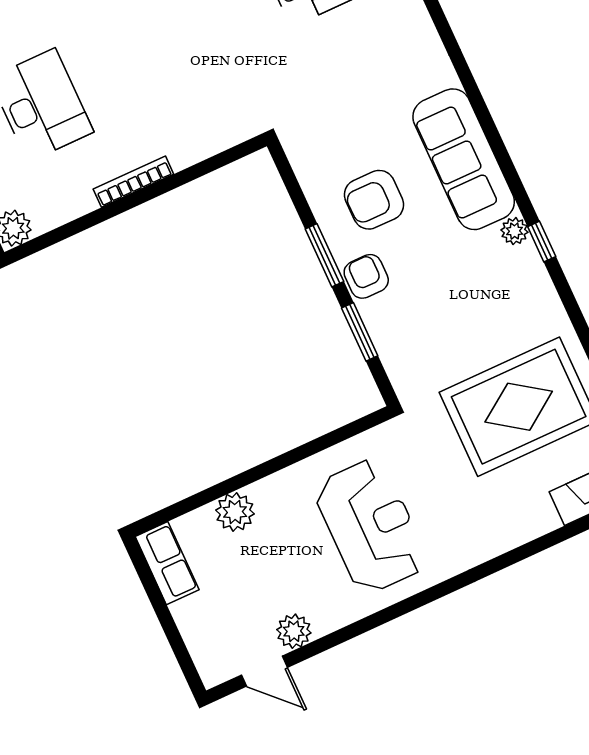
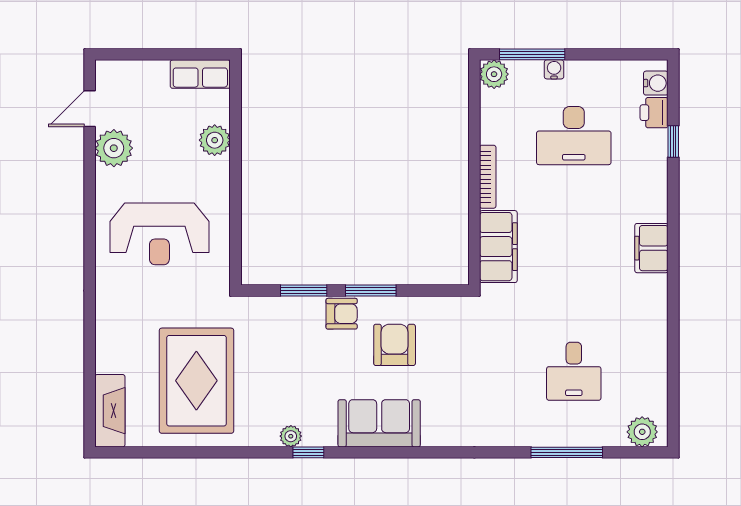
filing cabinet: (208, 133) -> (498, 247), added
sofa: (464, 159) -> (379, 423), width x0.73
plant: (515, 231) -> (291, 436), moved
plant: (294, 631) -> (114, 148), width x1.36, depth x1.36

